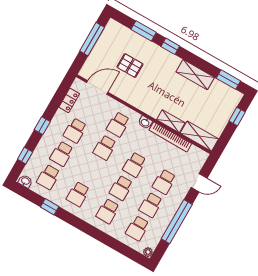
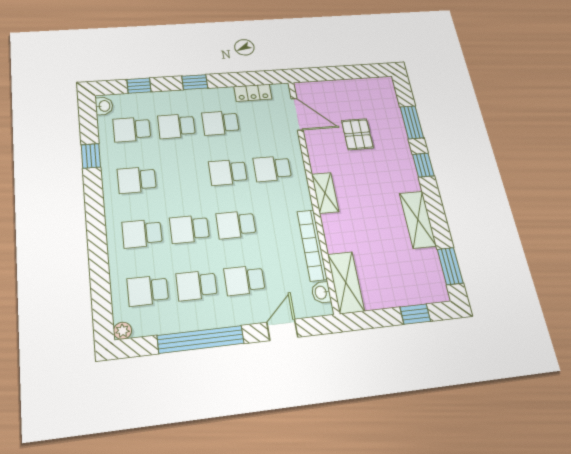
window: (92, 39) -> (349, 72), removed
shelving: (171, 121) -> (325, 193), moved
washbasin: (145, 122) -> (321, 293), moved
door: (199, 183) -> (282, 330), swing flipped

